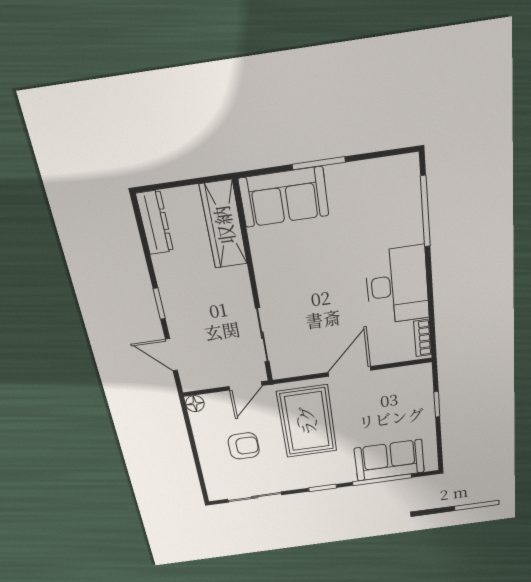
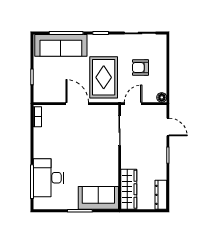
desk: (397, 286) -> (48, 178), moved
door: (349, 371) -> (77, 104), swing flipped
sofa: (389, 460) -> (61, 45), width x1.36

